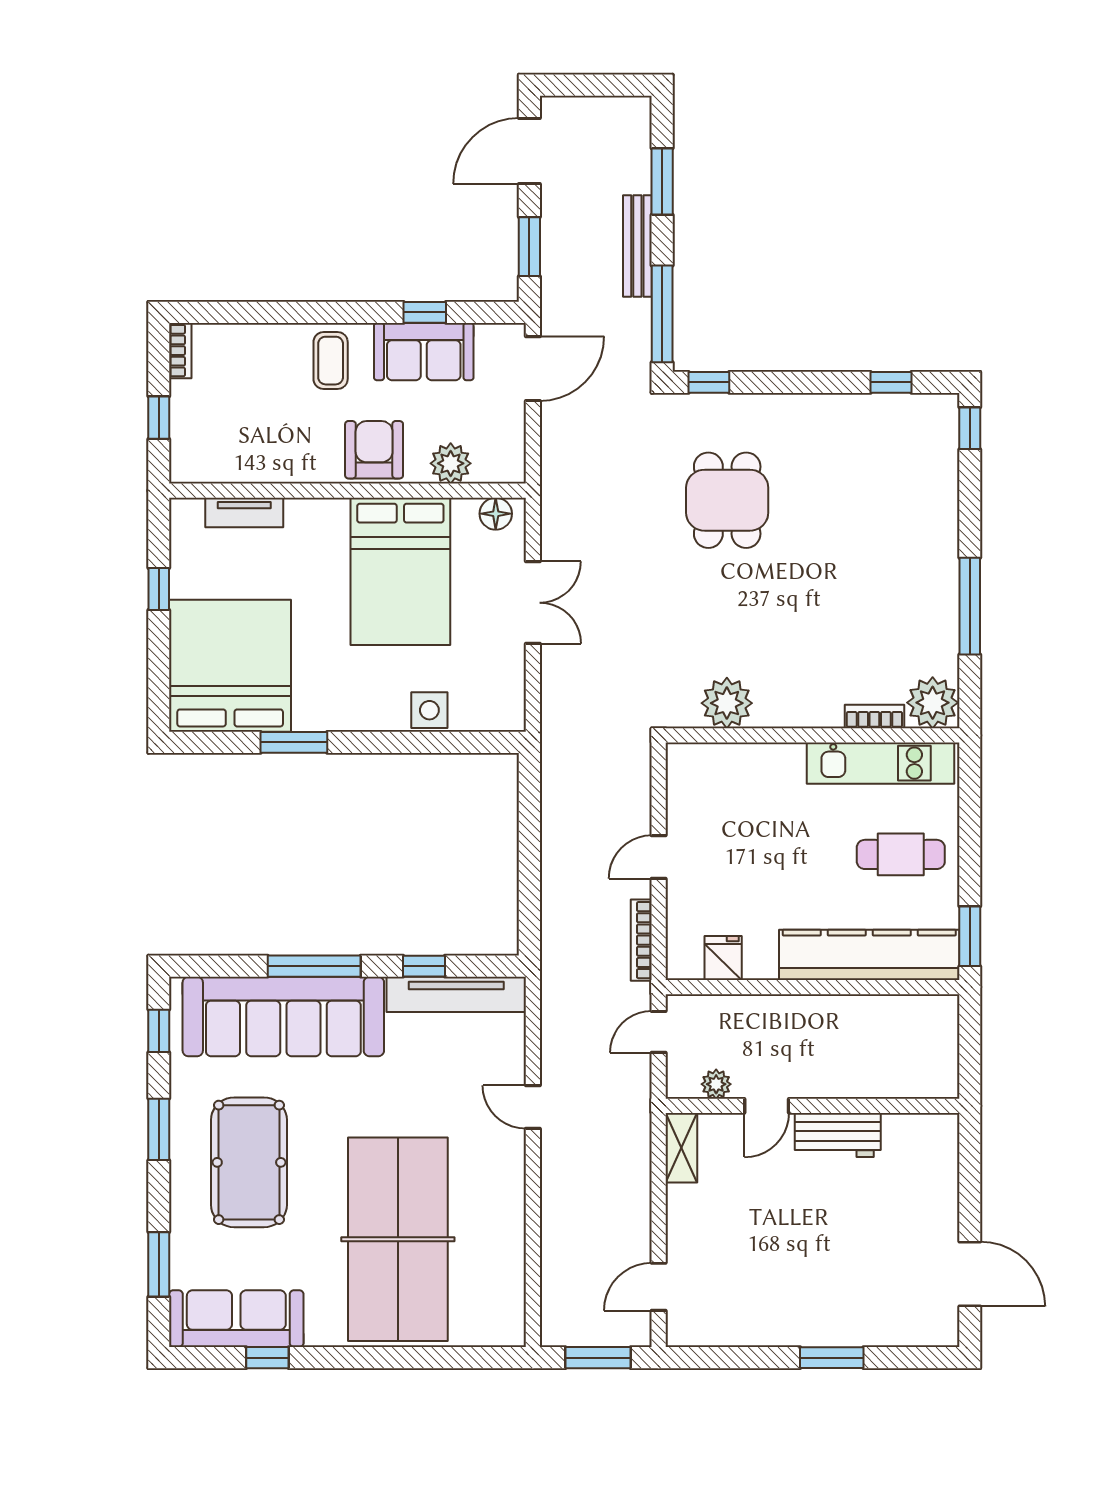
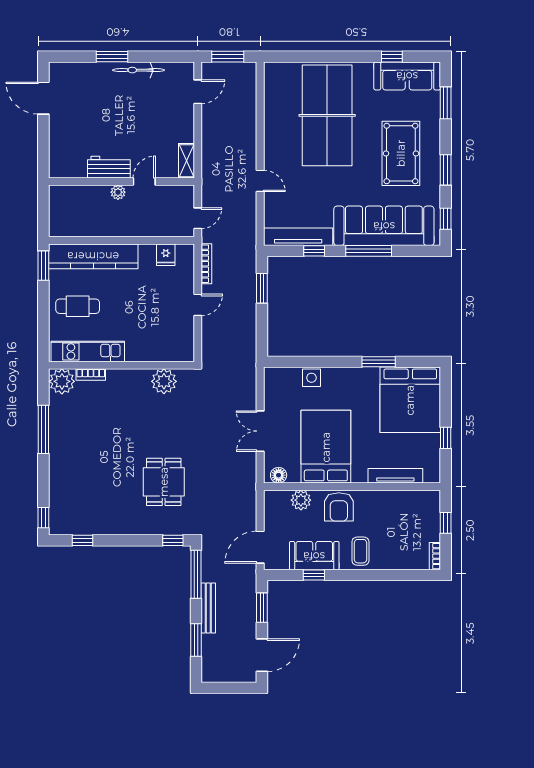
tv unit: (244, 512) -> (395, 476), width x1.41
window: (529, 891) -> (262, 288), added
plant: (716, 1084) -> (118, 192), moved
bicycle: (778, 1331) -> (139, 70), added

